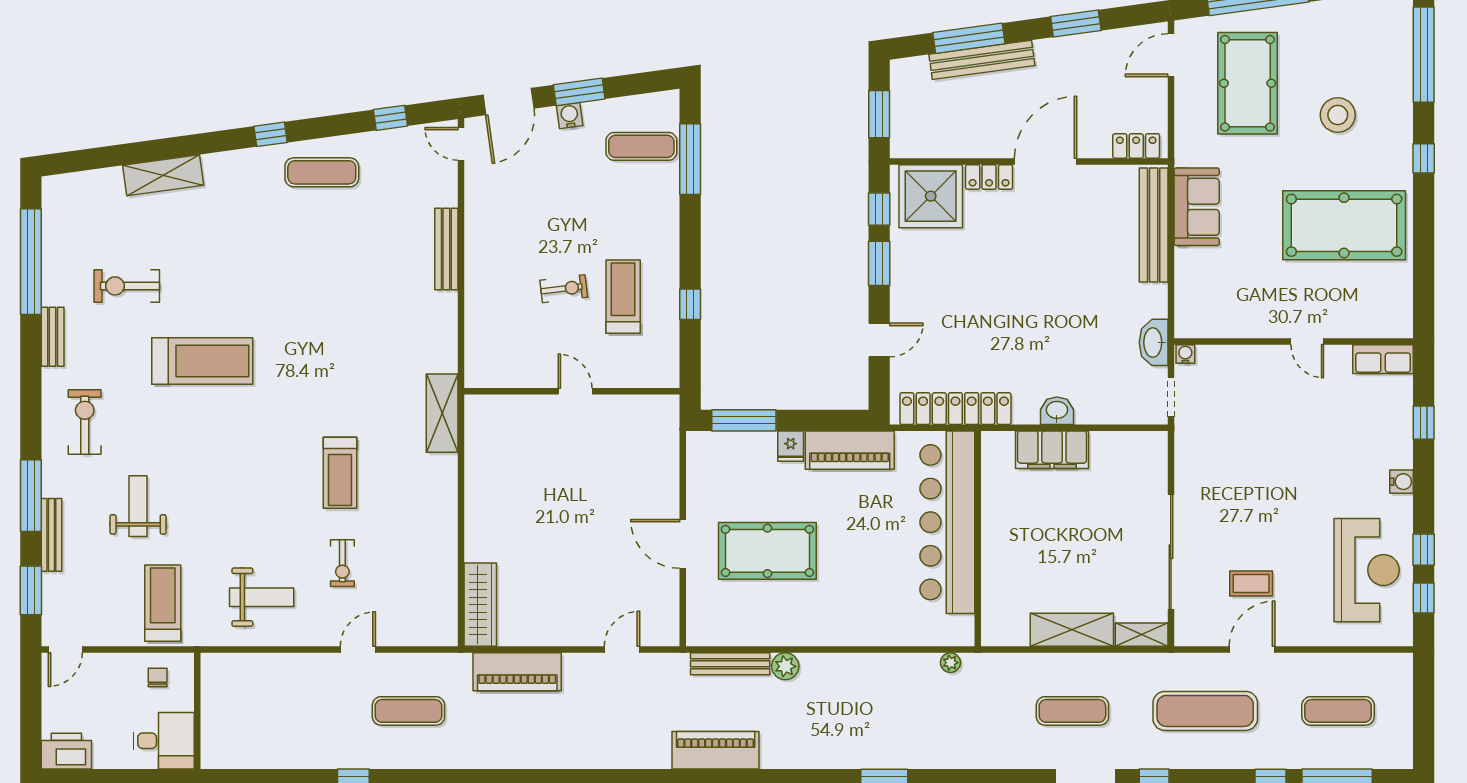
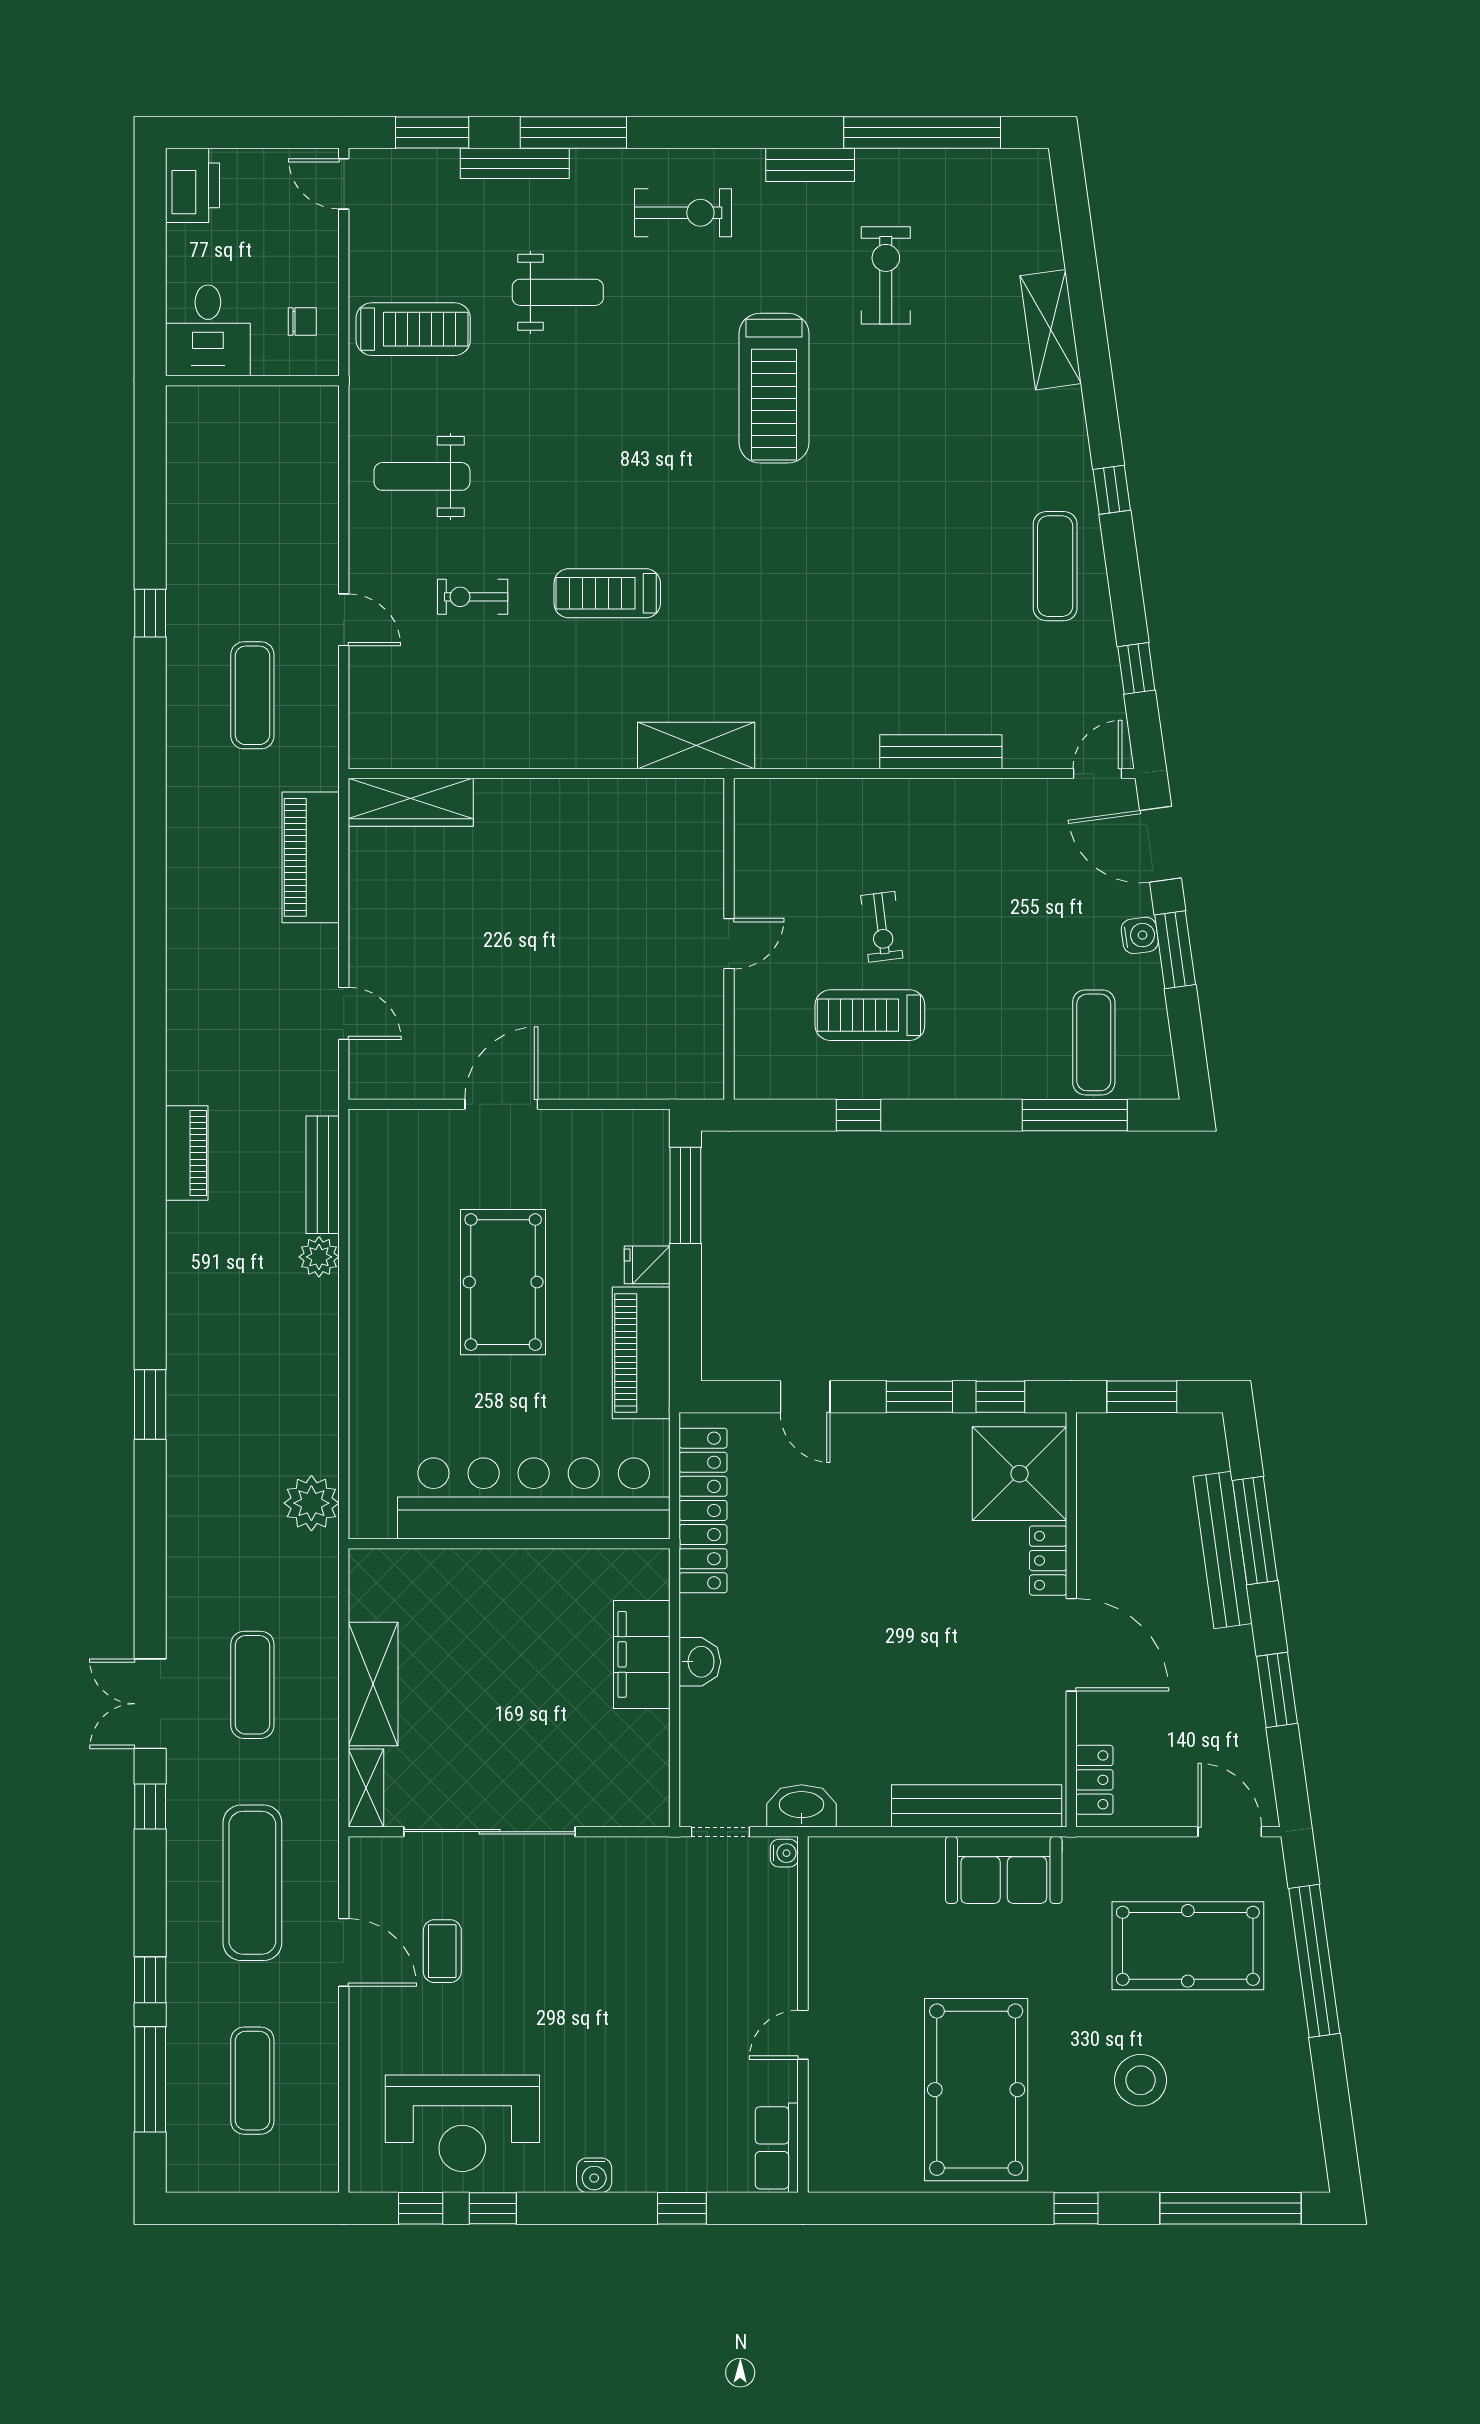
treadmill: (623, 297) -> (870, 1015), turned 180
pool table: (767, 551) -> (503, 1282), moved
weight bench: (262, 597) -> (422, 476), turned 90
plant: (950, 663) -> (311, 1503), width x1.88, depth x1.88
piano: (716, 750) -> (187, 1153), width x0.73, depth x0.75

